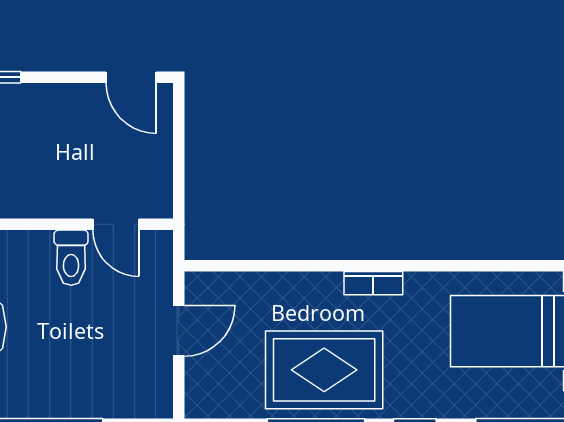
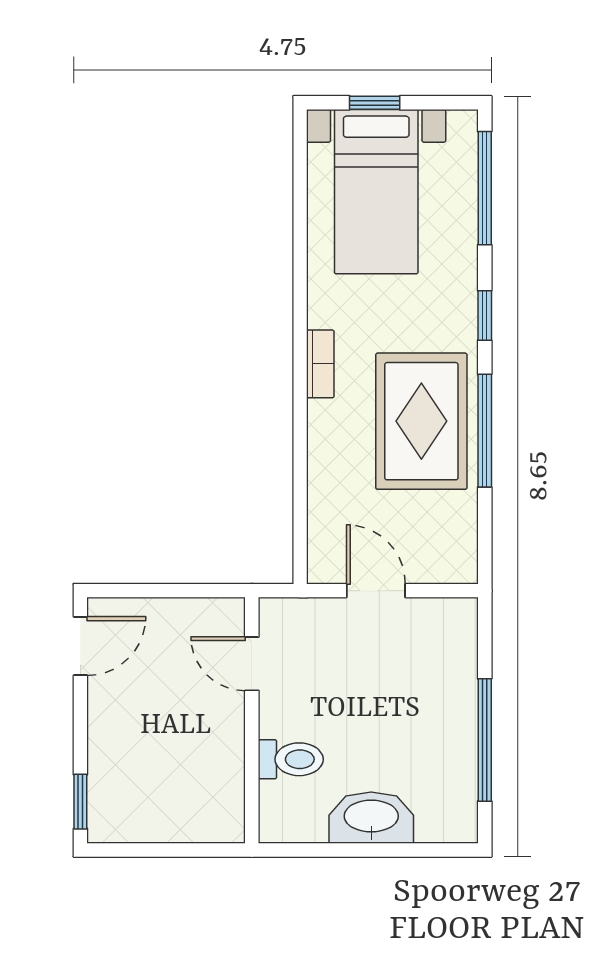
door: (116, 224) -> (252, 664), swing flipped
toilet: (71, 258) -> (291, 759), moved

